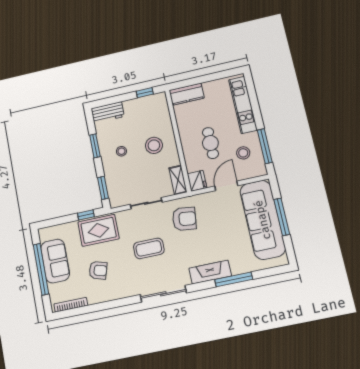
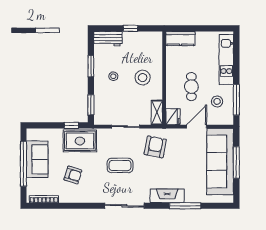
window: (145, 93) -> (131, 28), moved
armchair: (184, 219) -> (155, 147), turned -86

